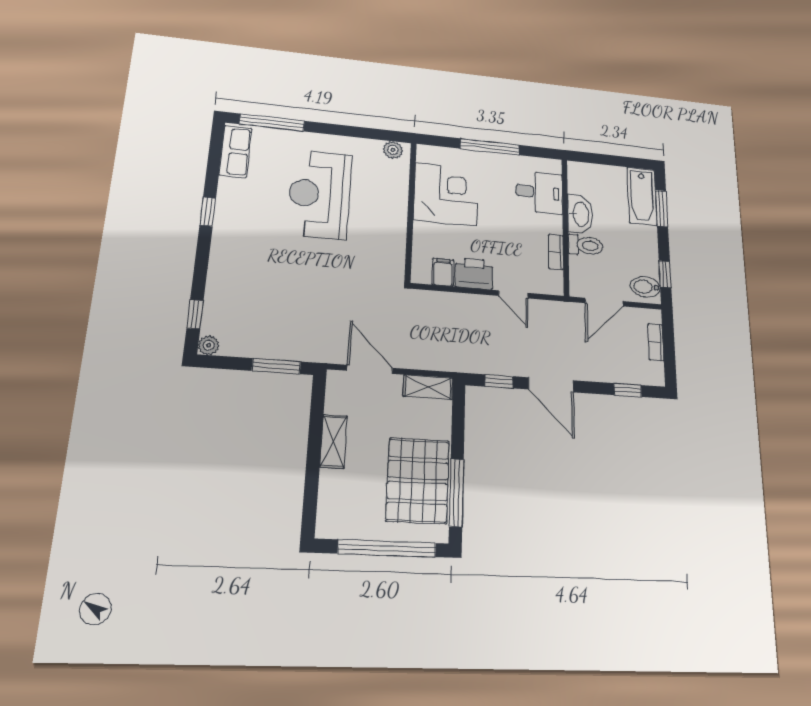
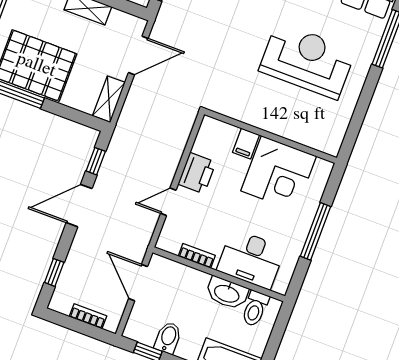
plant: (393, 150) -> (334, 139), removed
desk: (539, 192) -> (251, 259), width x1.37
toilet: (585, 245) -> (255, 309), moved
filing cabinet: (443, 272) -> (246, 144), moved, turned 90
bidet: (645, 287) -> (168, 338), moved

